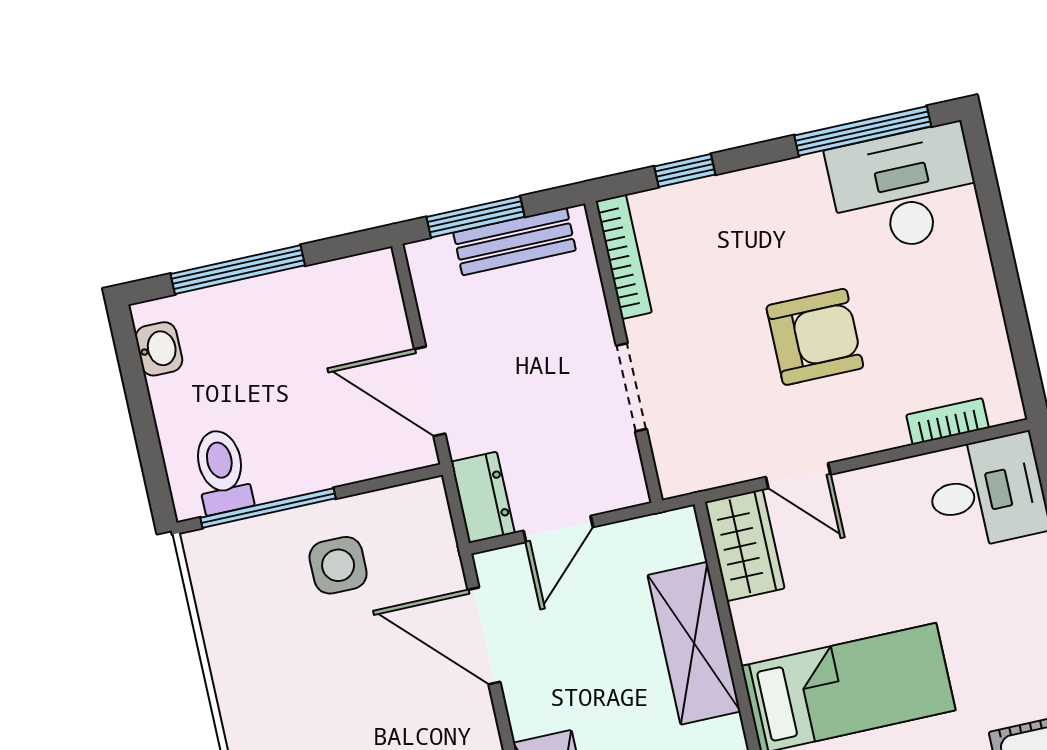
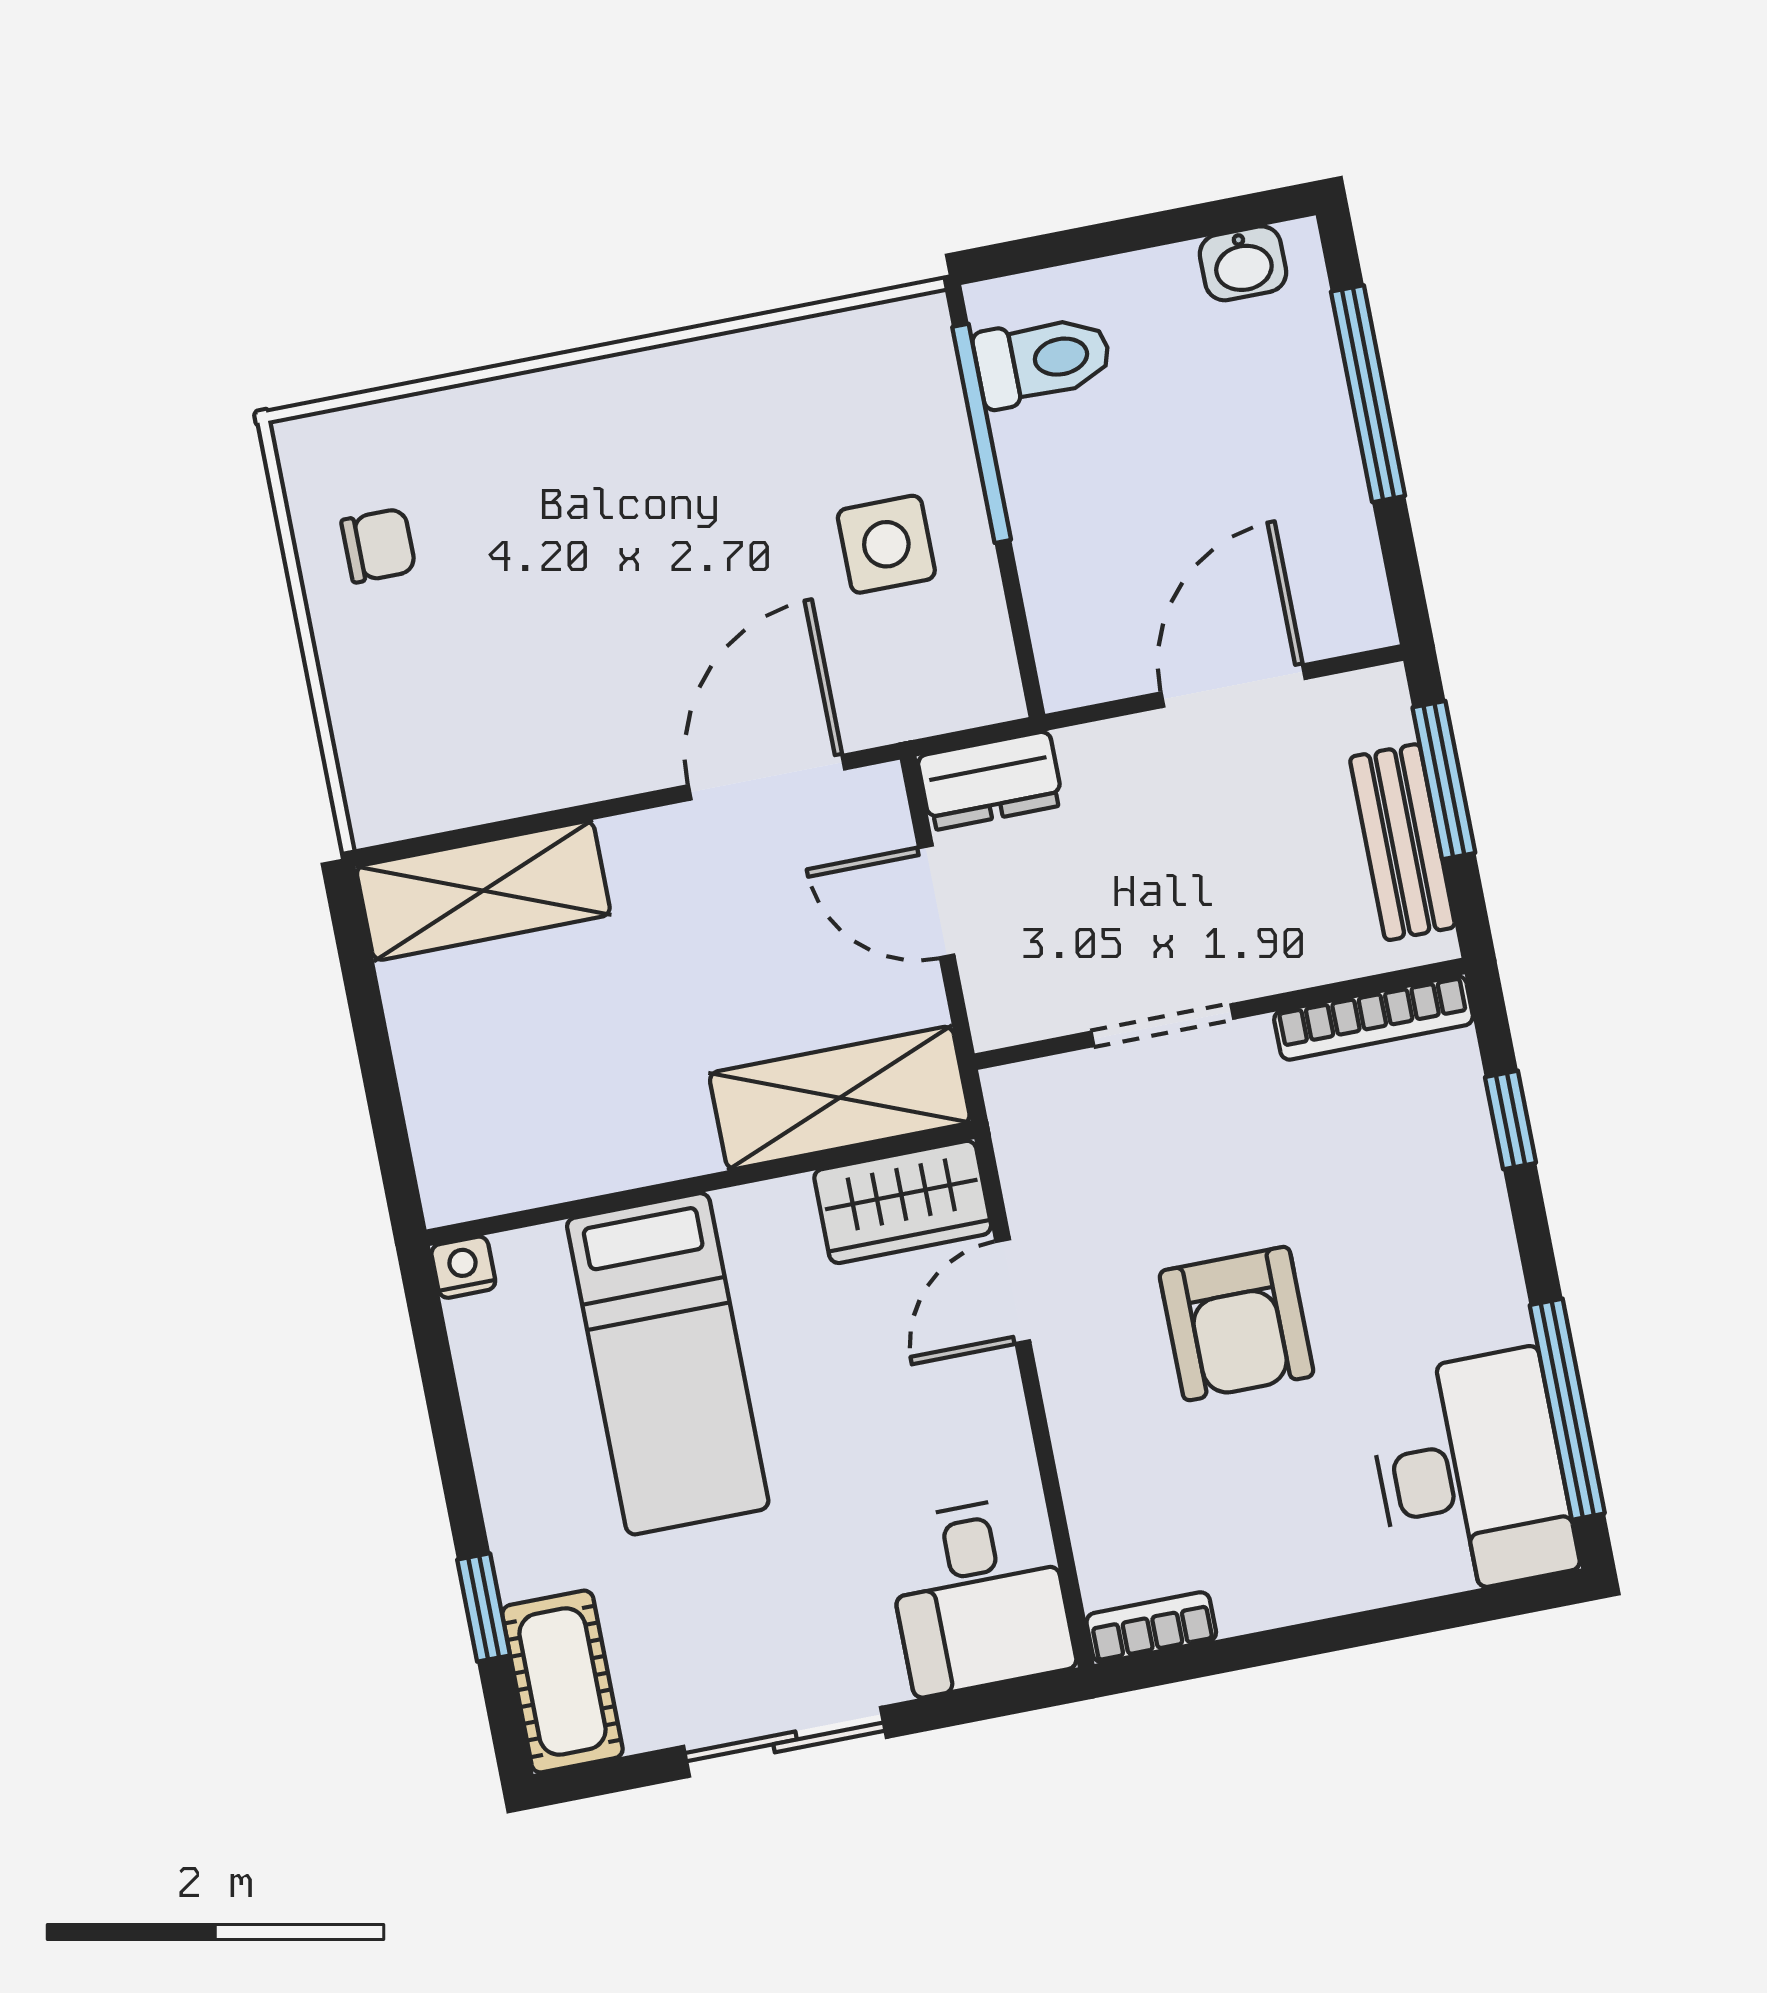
door: (430, 391) -> (1233, 686), moved
bookcase: (947, 421) -> (1151, 1627), moved, turned -90
shelving: (694, 643) -> (840, 1098), moved

